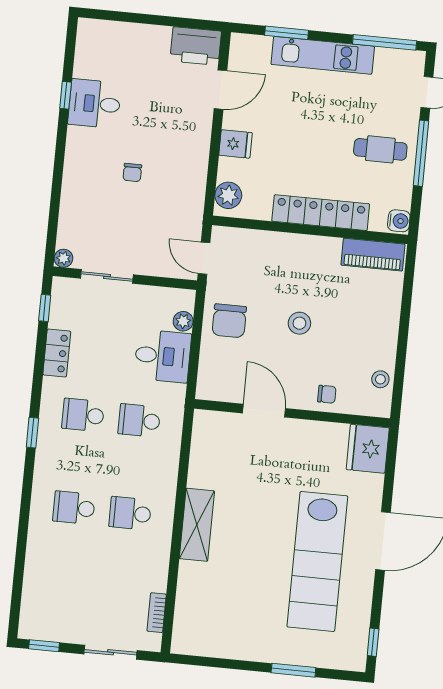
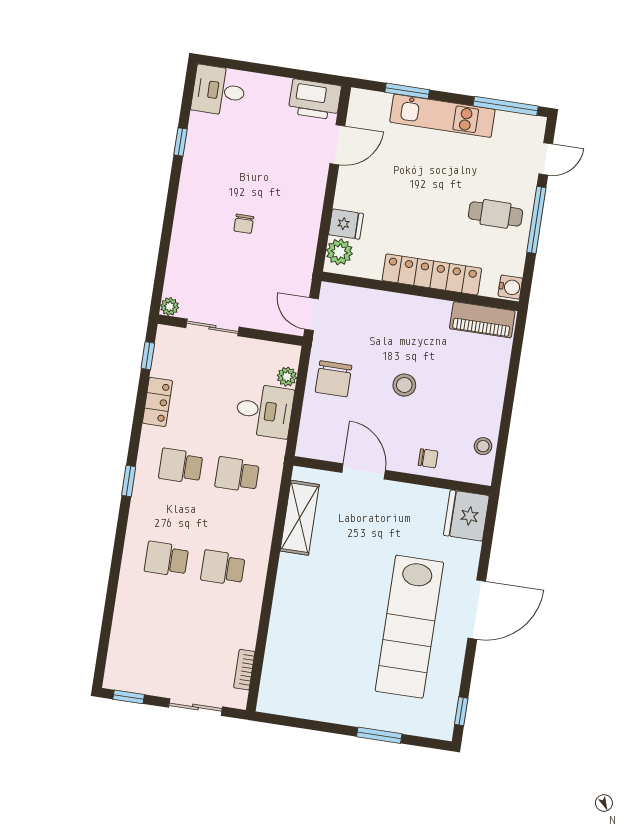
desk: (95, 104) -> (219, 91), moved
fridge: (236, 144) -> (346, 224), moved
shelving: (197, 525) -> (300, 518), moved

